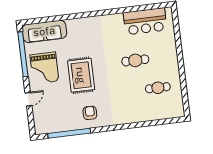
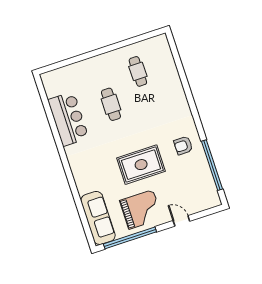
bar counter: (145, 21) -> (68, 119), moved

